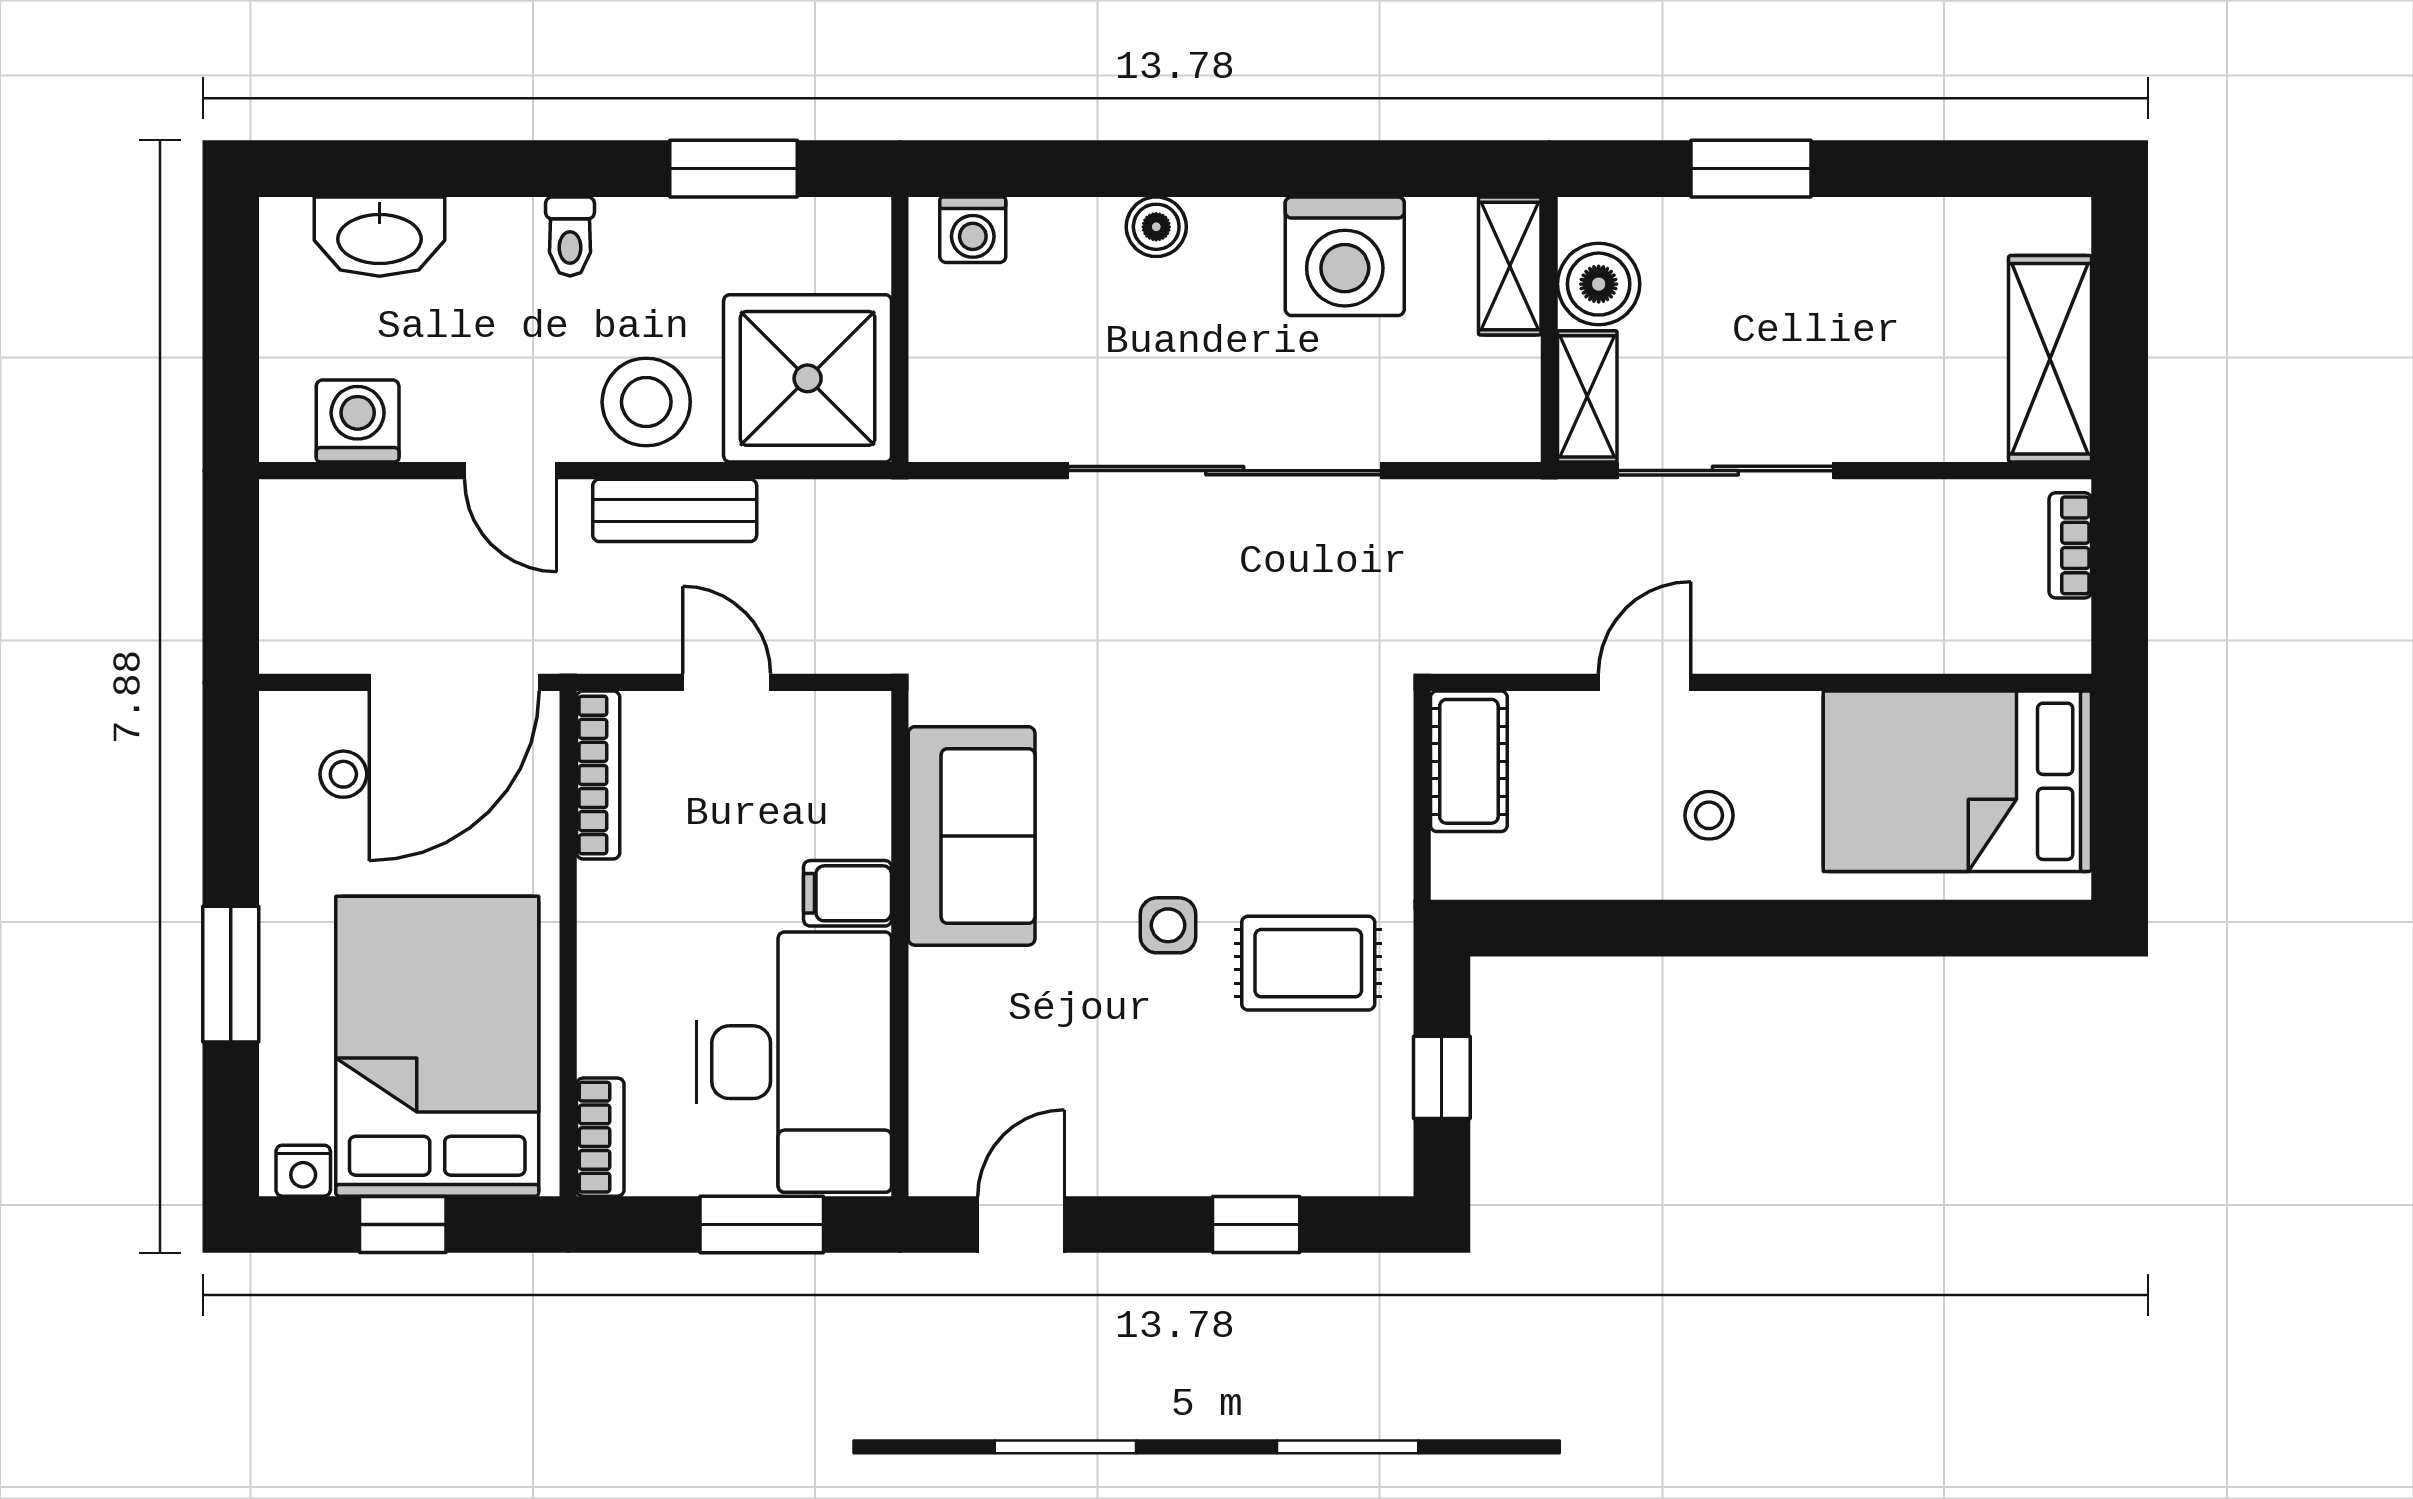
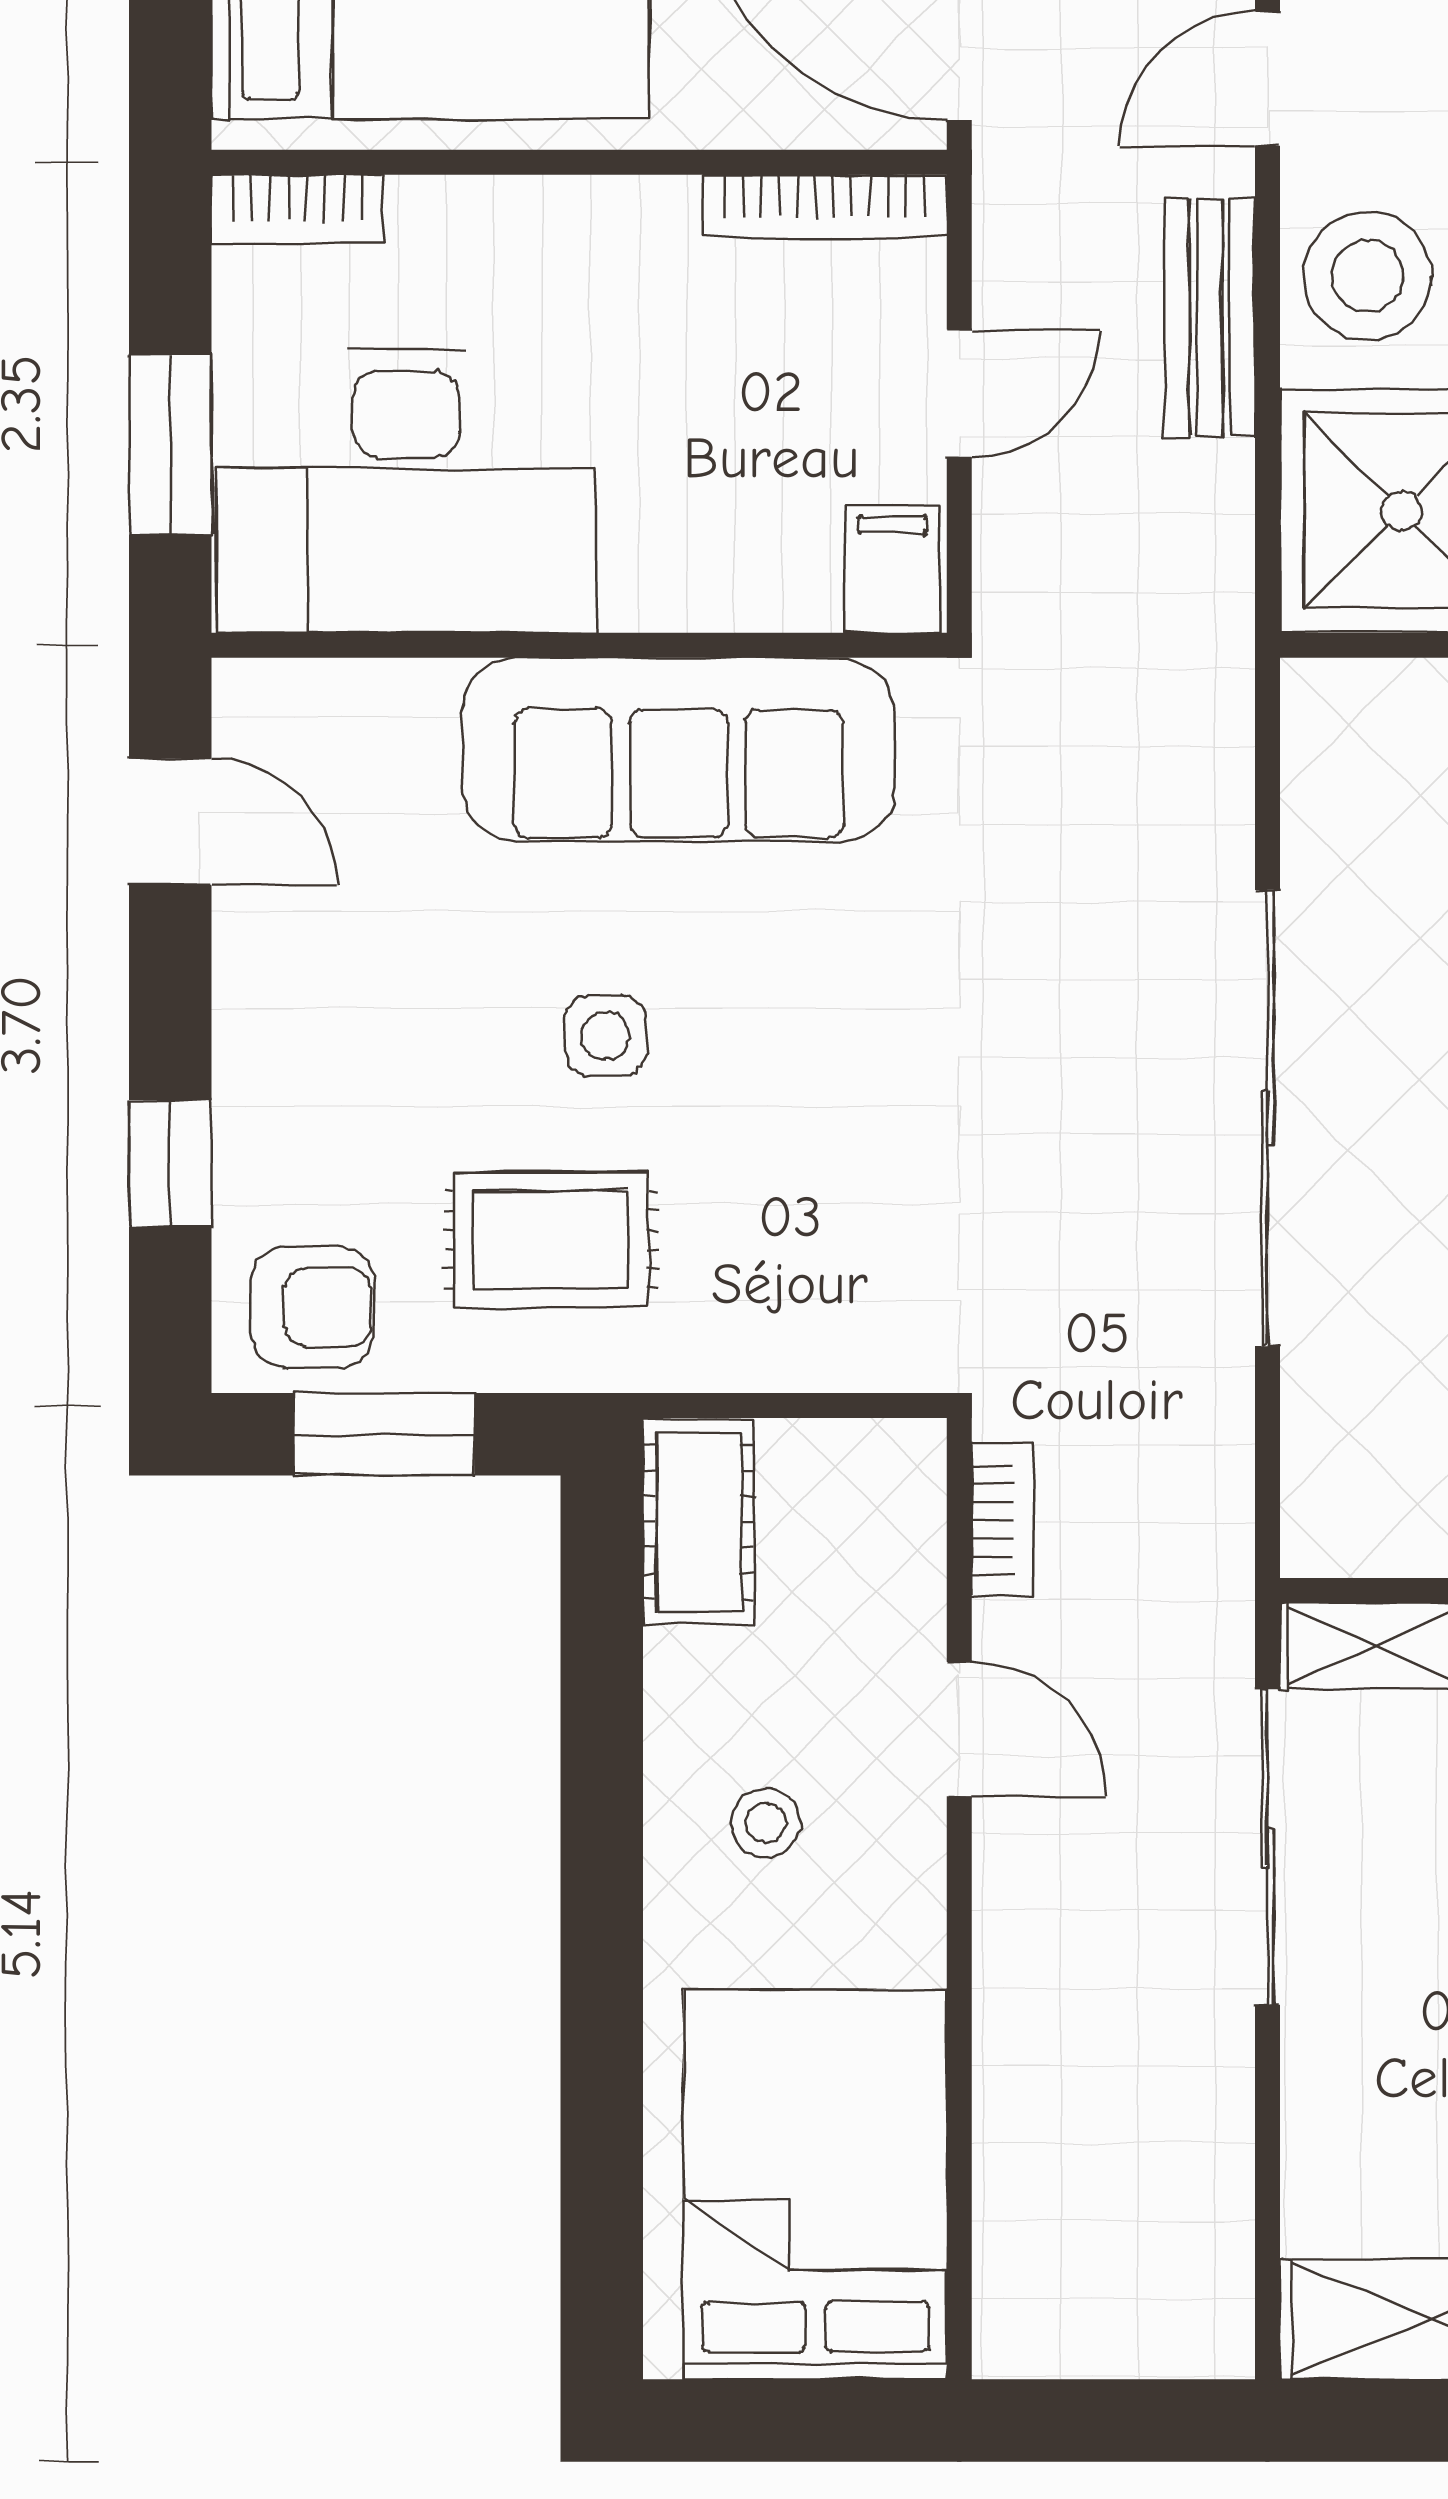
bookcase: (2070, 545) -> (1002, 1520), moved, turned 90
cot: (1469, 761) -> (699, 1522), moved, turned 90
sofa: (972, 836) -> (678, 750), width x1.36
filing cabinet: (848, 893) -> (893, 569), moved
rug: (1308, 963) -> (551, 1240), turned 90
window: (1442, 1077) -> (384, 1434), width x1.50
armchair: (1355, 1126) -> (313, 1307), added

